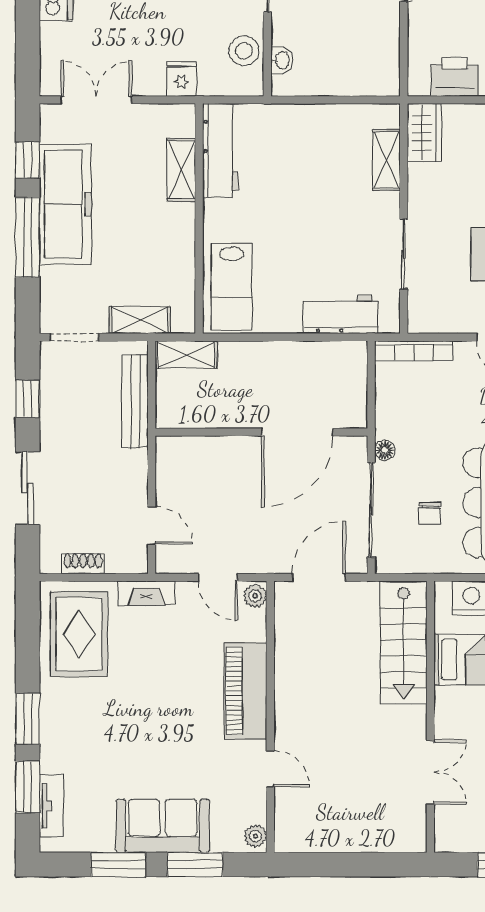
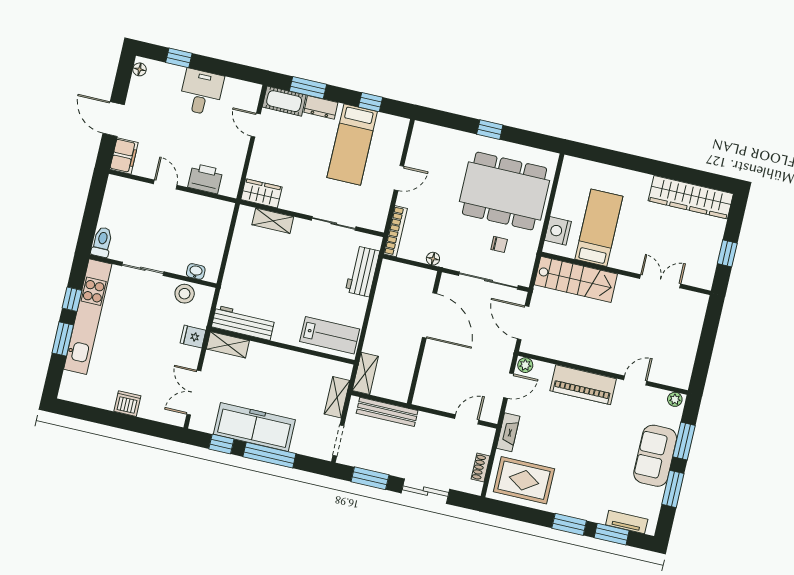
printer: (455, 77) -> (205, 179), moved, turned 90
shelving: (181, 170) -> (228, 345), moved
window: (28, 399) -> (370, 478), width x1.50
floor lamp: (385, 450) -> (433, 259), moved

